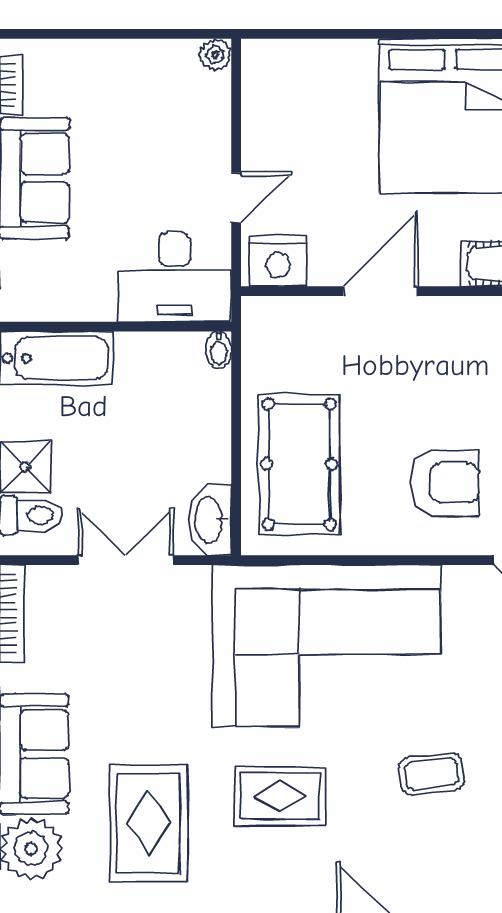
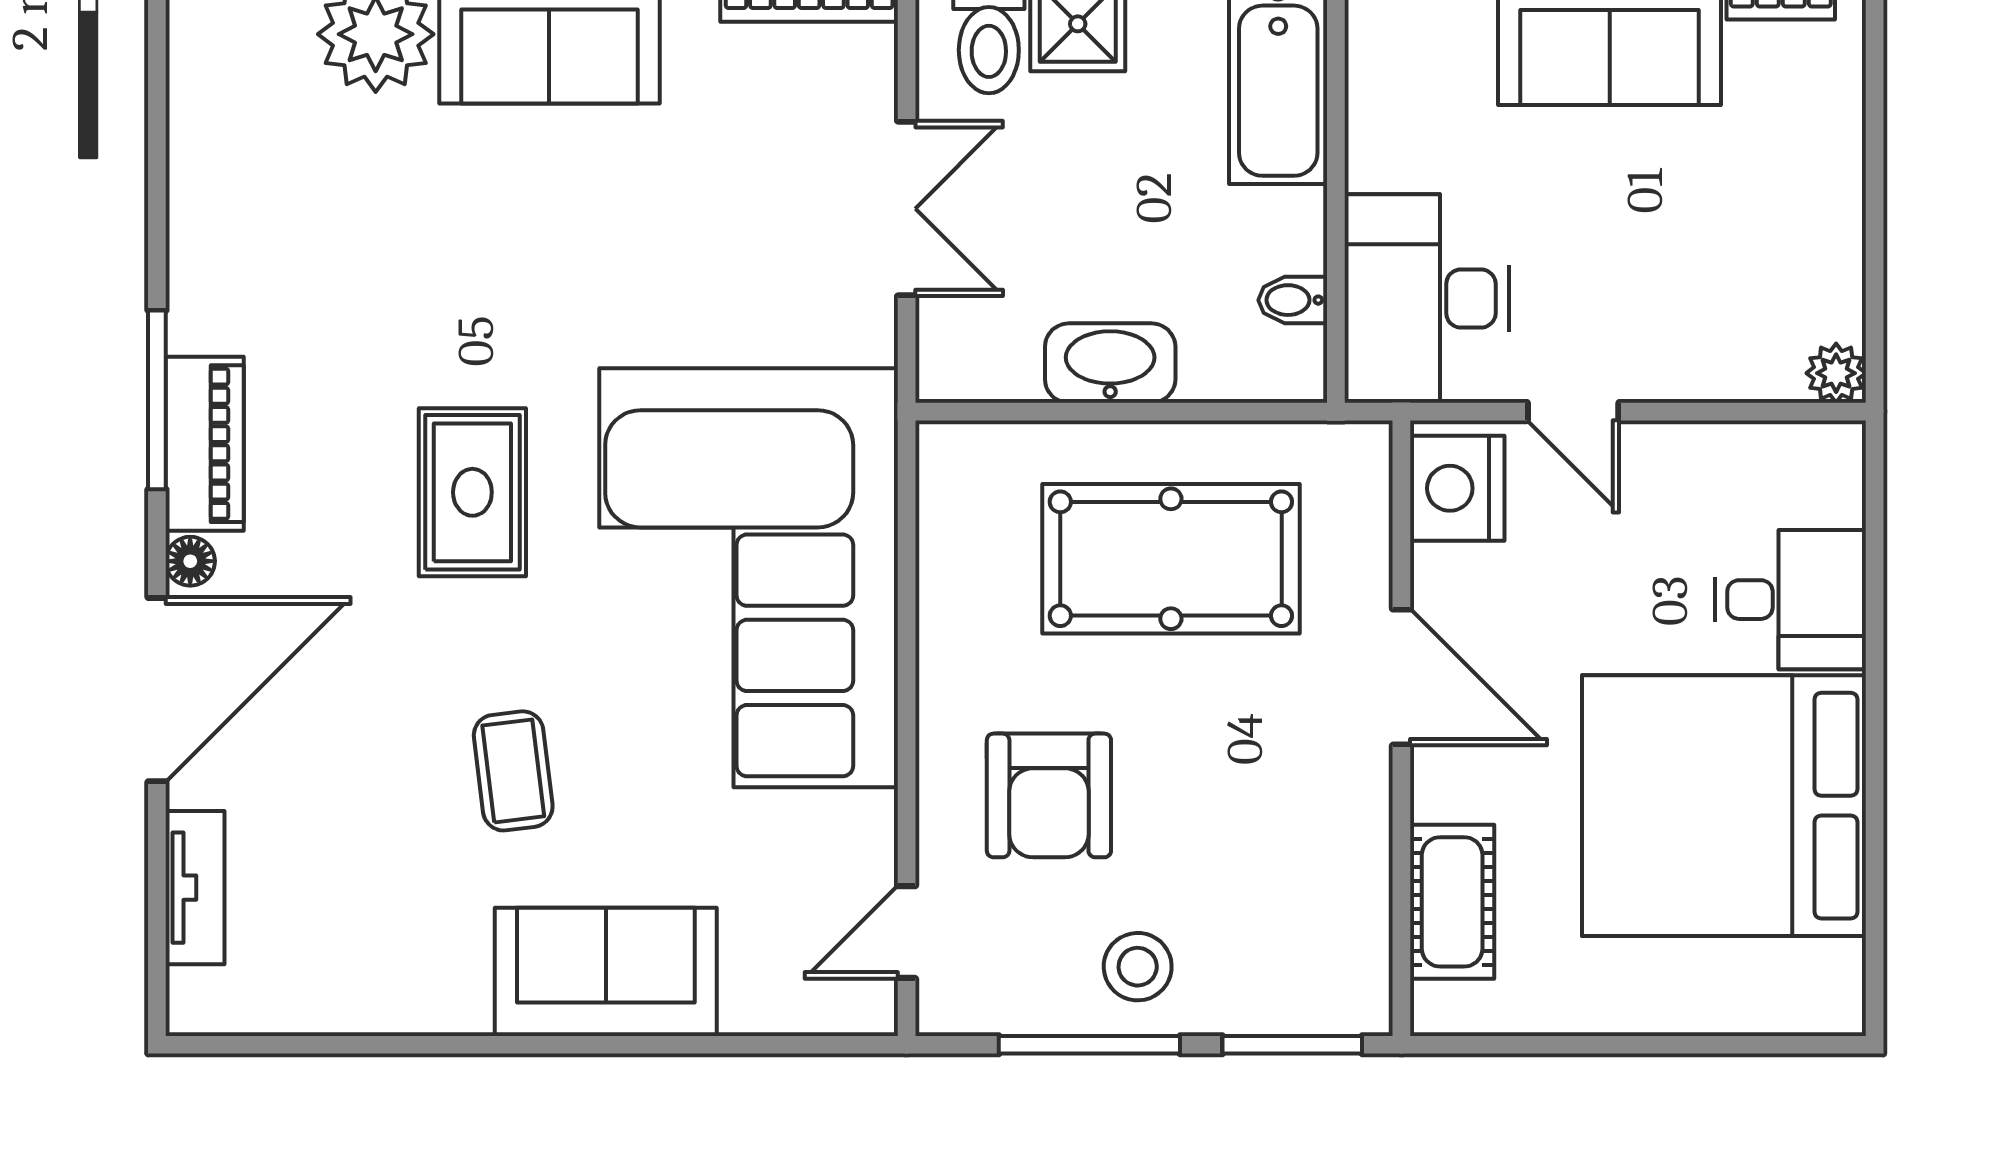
desk: (338, 79) -> (1791, 600), added
bidet: (219, 350) -> (1293, 300), moved
pool table: (299, 464) -> (1171, 559), moved
washbasin: (210, 520) -> (1110, 363), moved
rug: (149, 823) -> (422, 251), removed

